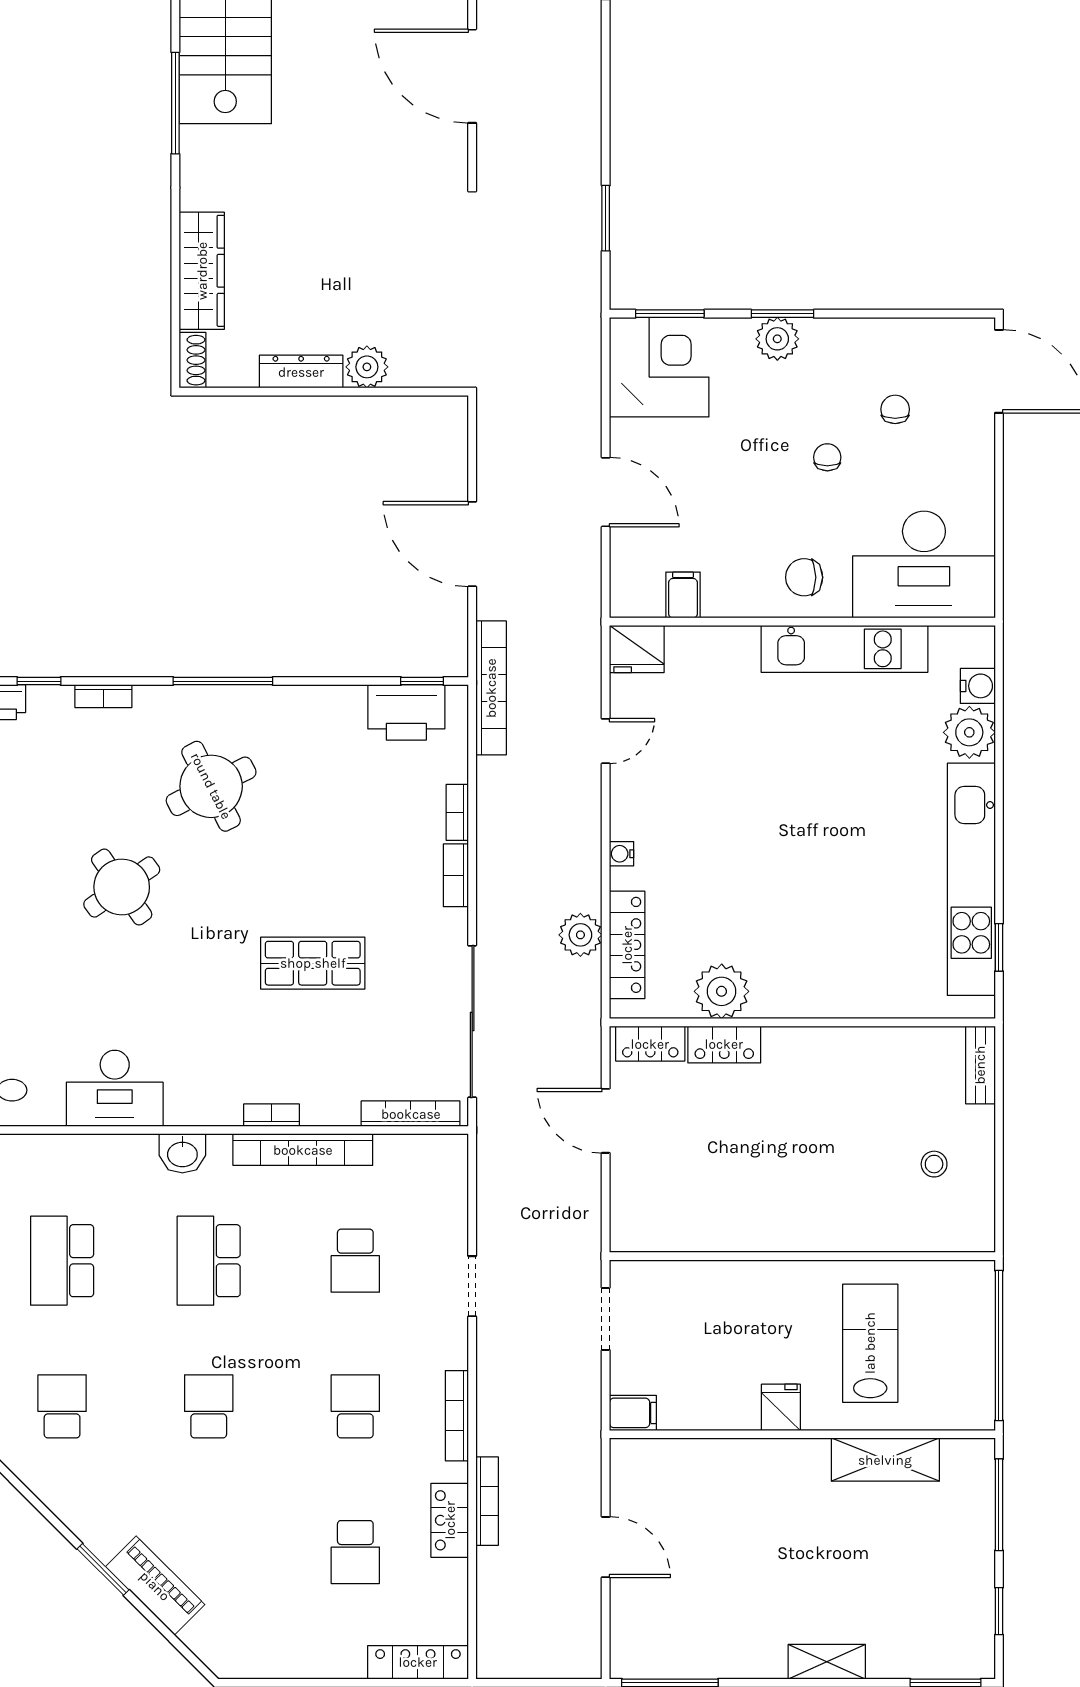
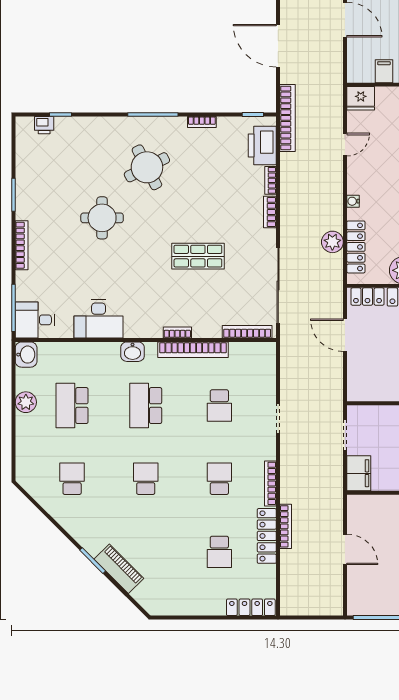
bookcase: (103, 696) -> (202, 122), moved
printer: (406, 712) -> (262, 146), moved, turned 90
round table: (122, 887) -> (102, 218), turned 35
filing cabinet: (633, 1413) -> (359, 473), width x2.00
locker: (450, 1520) -> (267, 536), width x1.53

